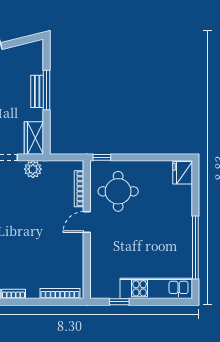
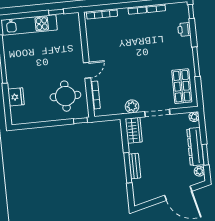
fridge: (183, 173) -> (16, 97), moved

